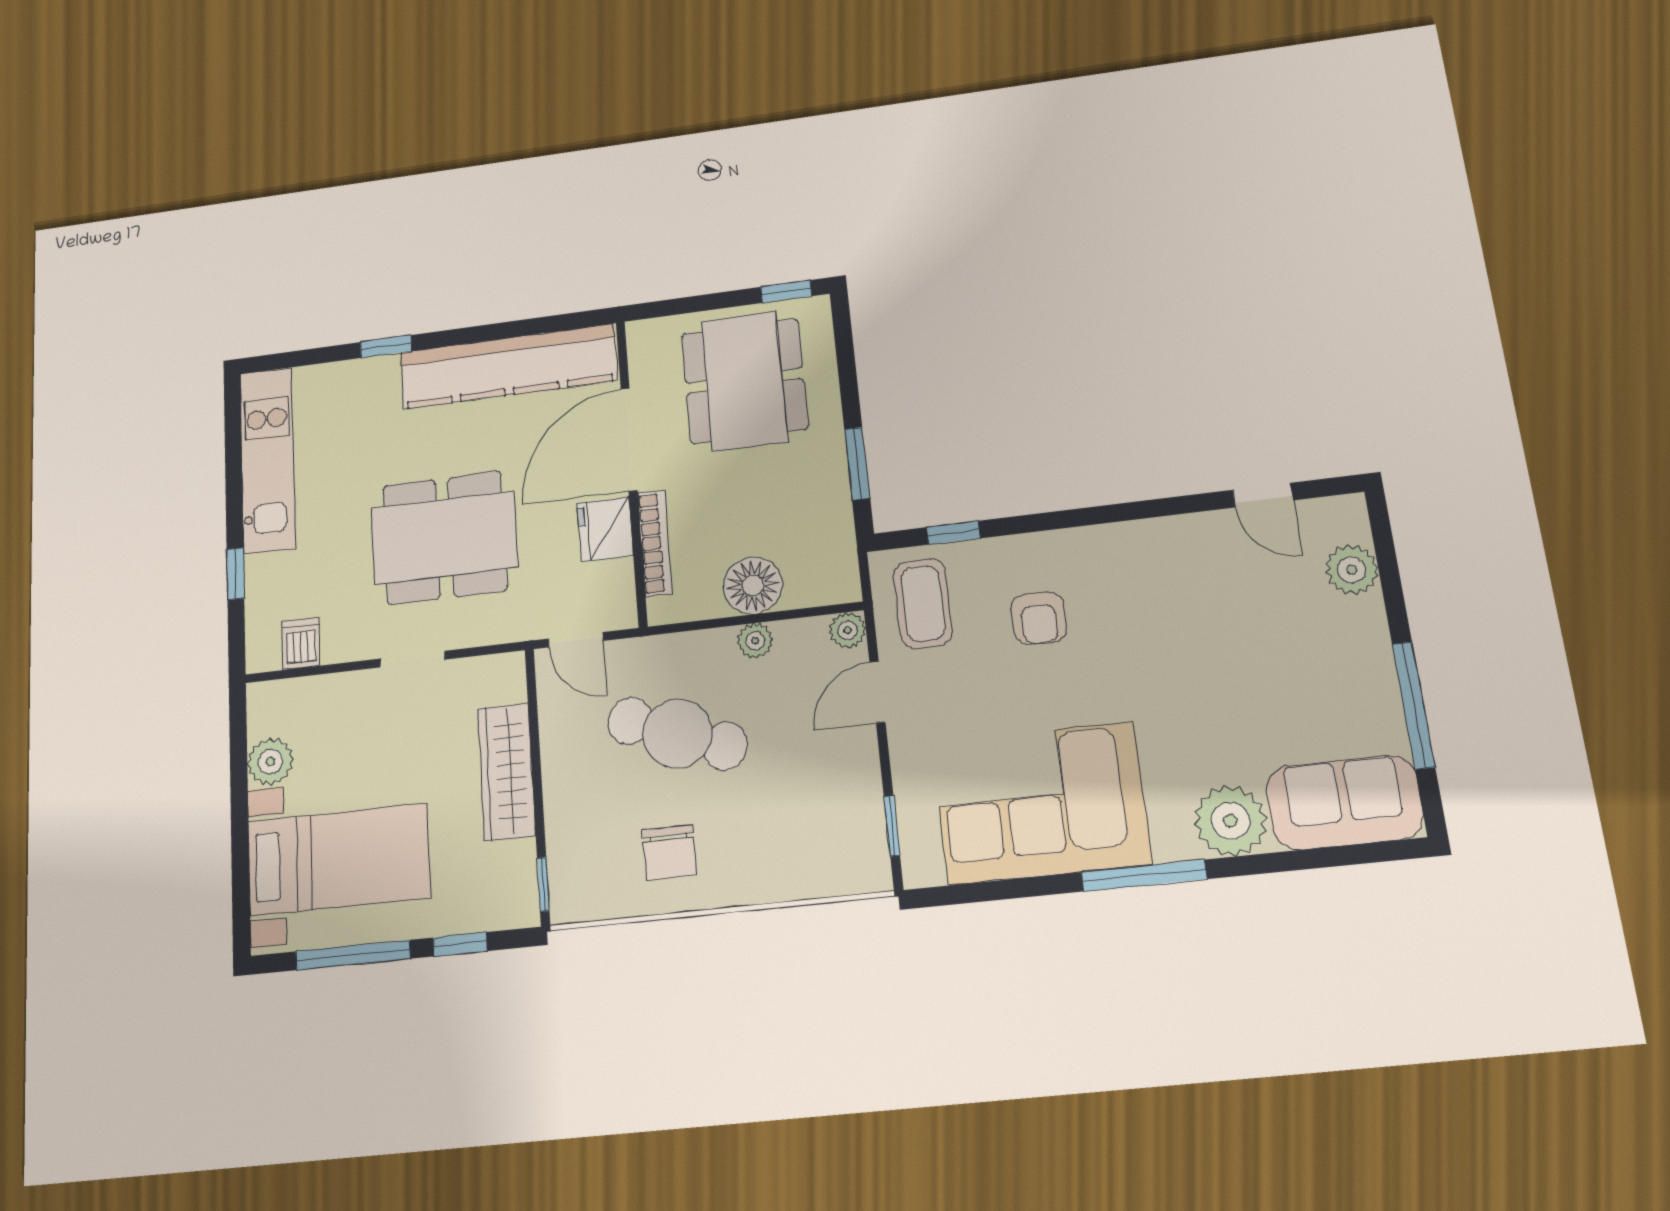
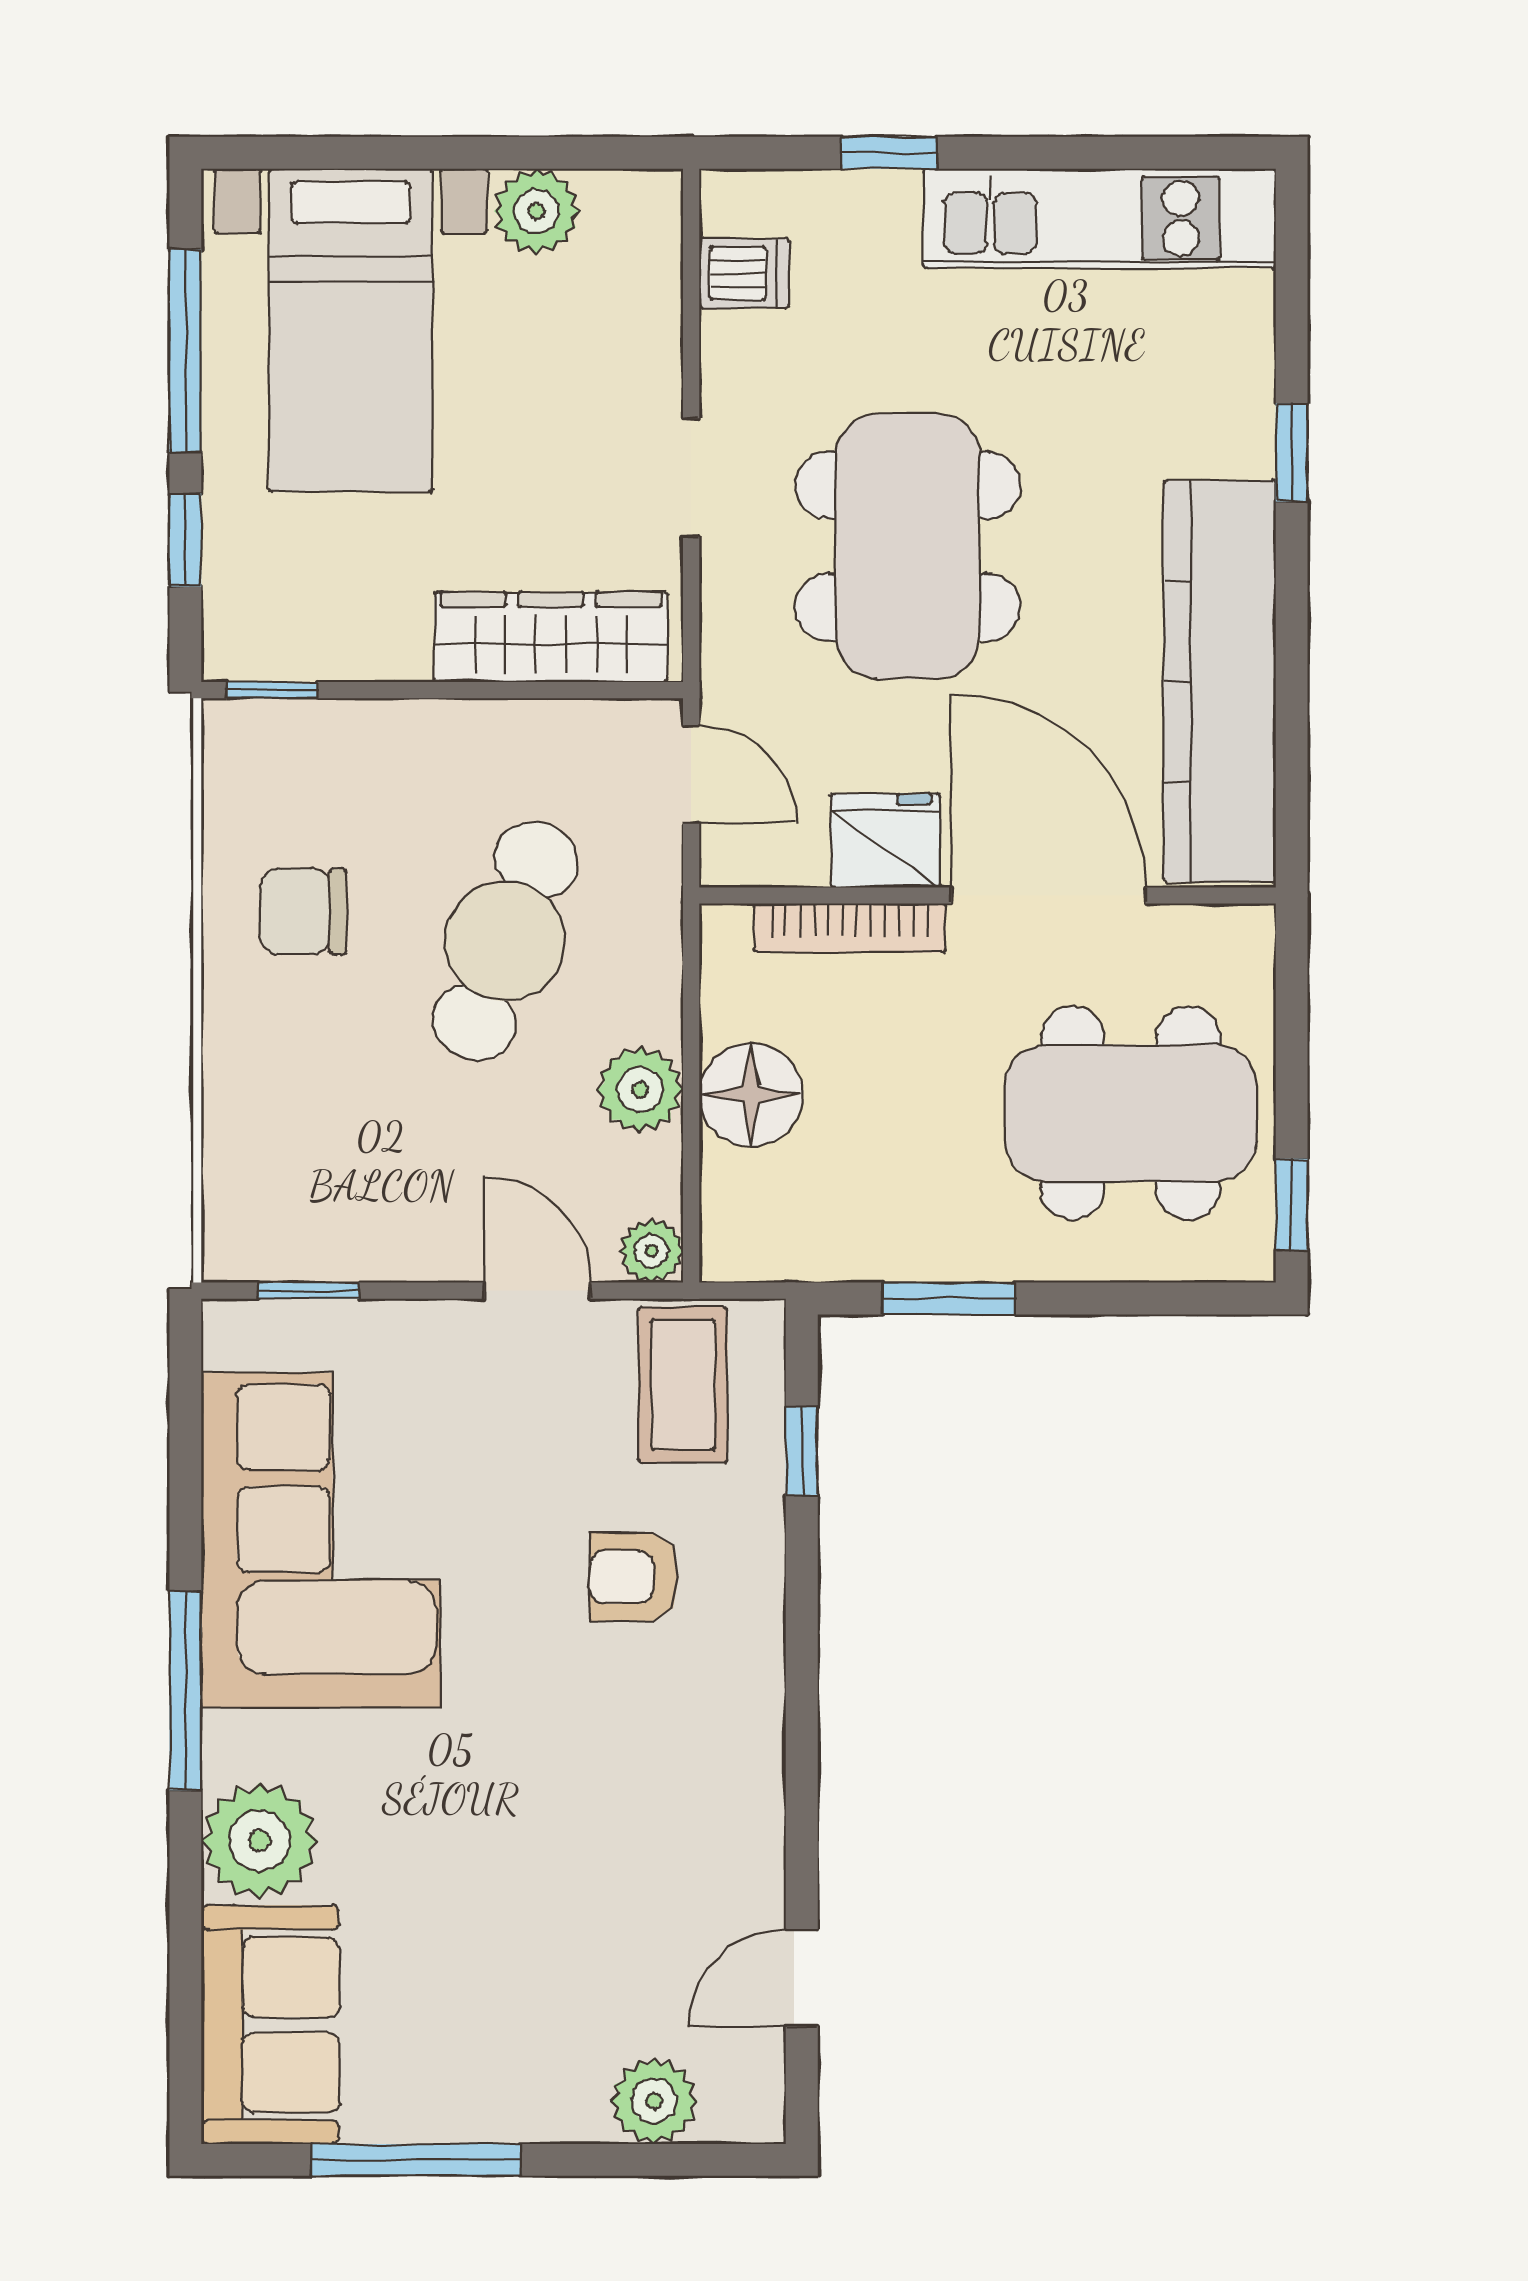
coffee table: (923, 603) -> (683, 1385), turned 90
door: (576, 640) -> (691, 774), swing flipped
plant: (755, 641) -> (640, 1090), width x1.38, depth x1.38
wardrobe: (507, 772) -> (551, 637), moved

